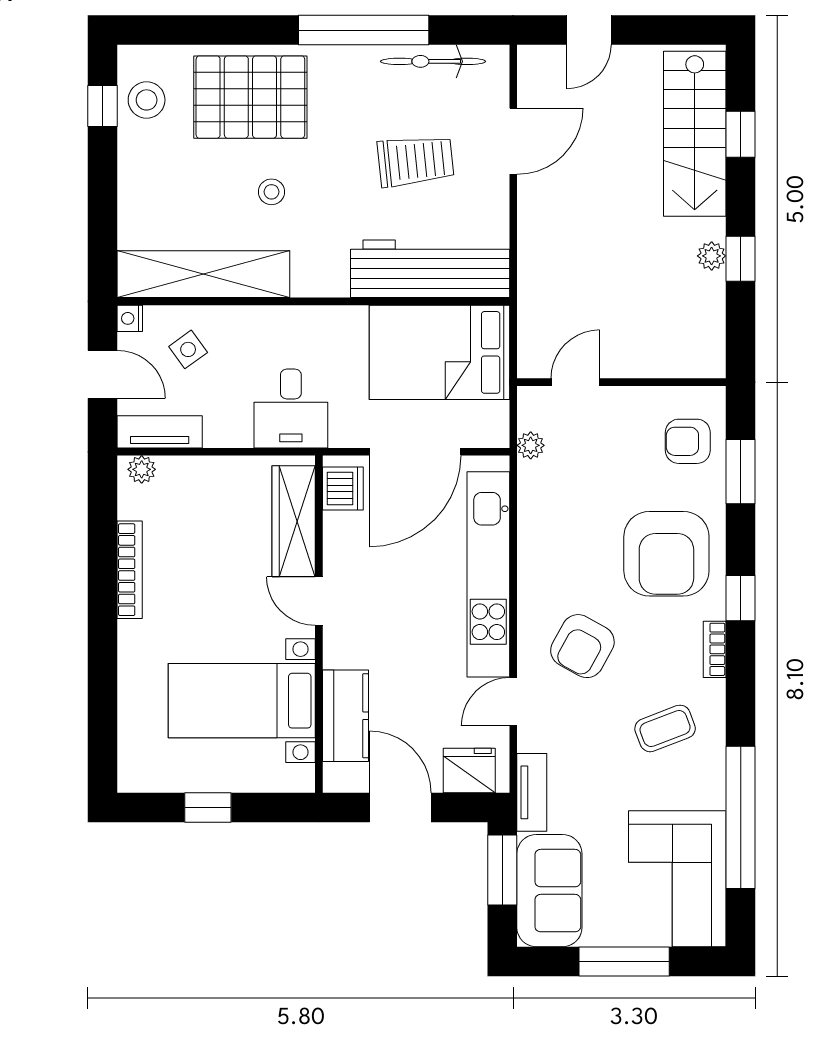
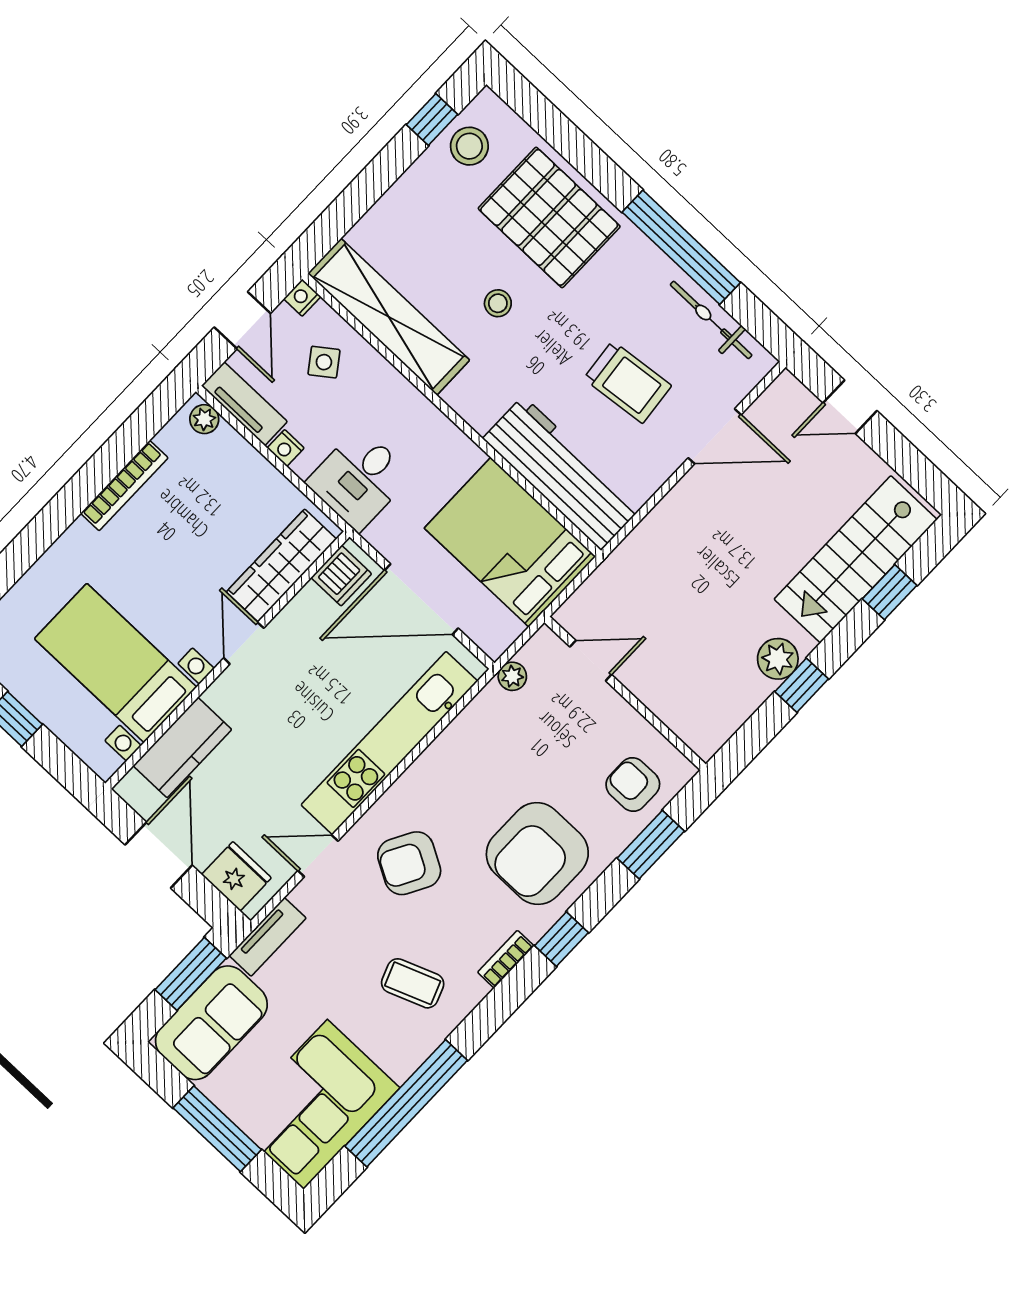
plant: (712, 256) -> (778, 659), width x1.38, depth x1.38
nightstand: (218, 436) -> (286, 448), added

